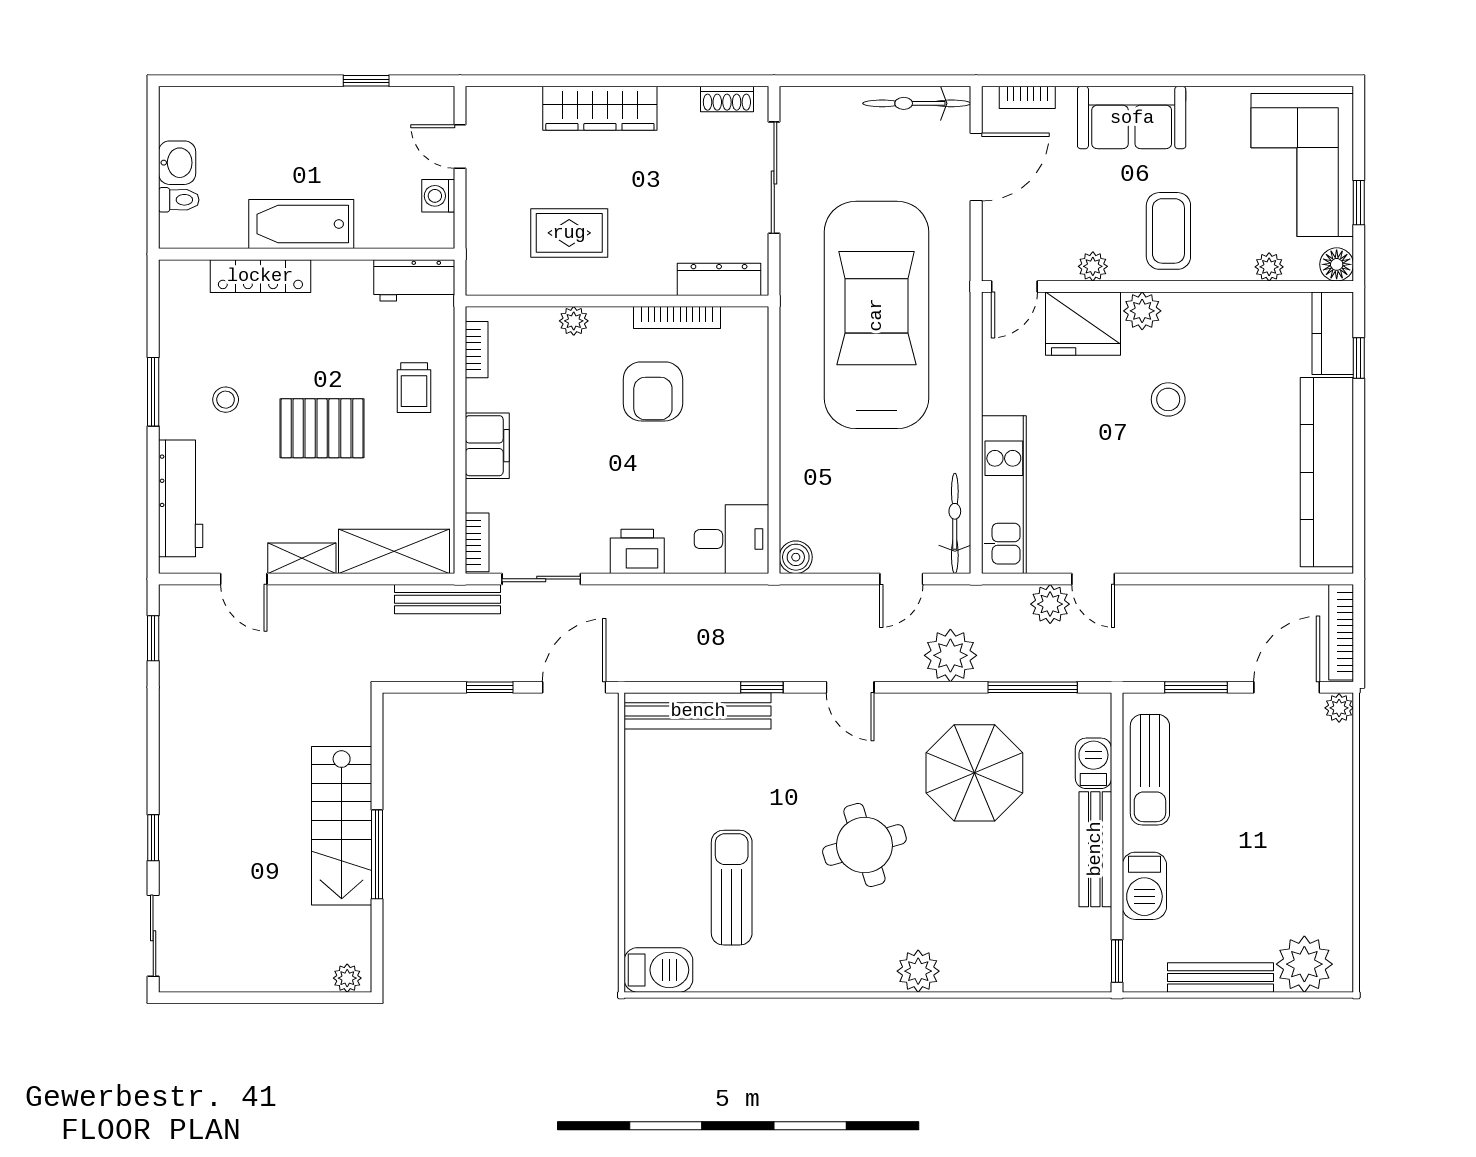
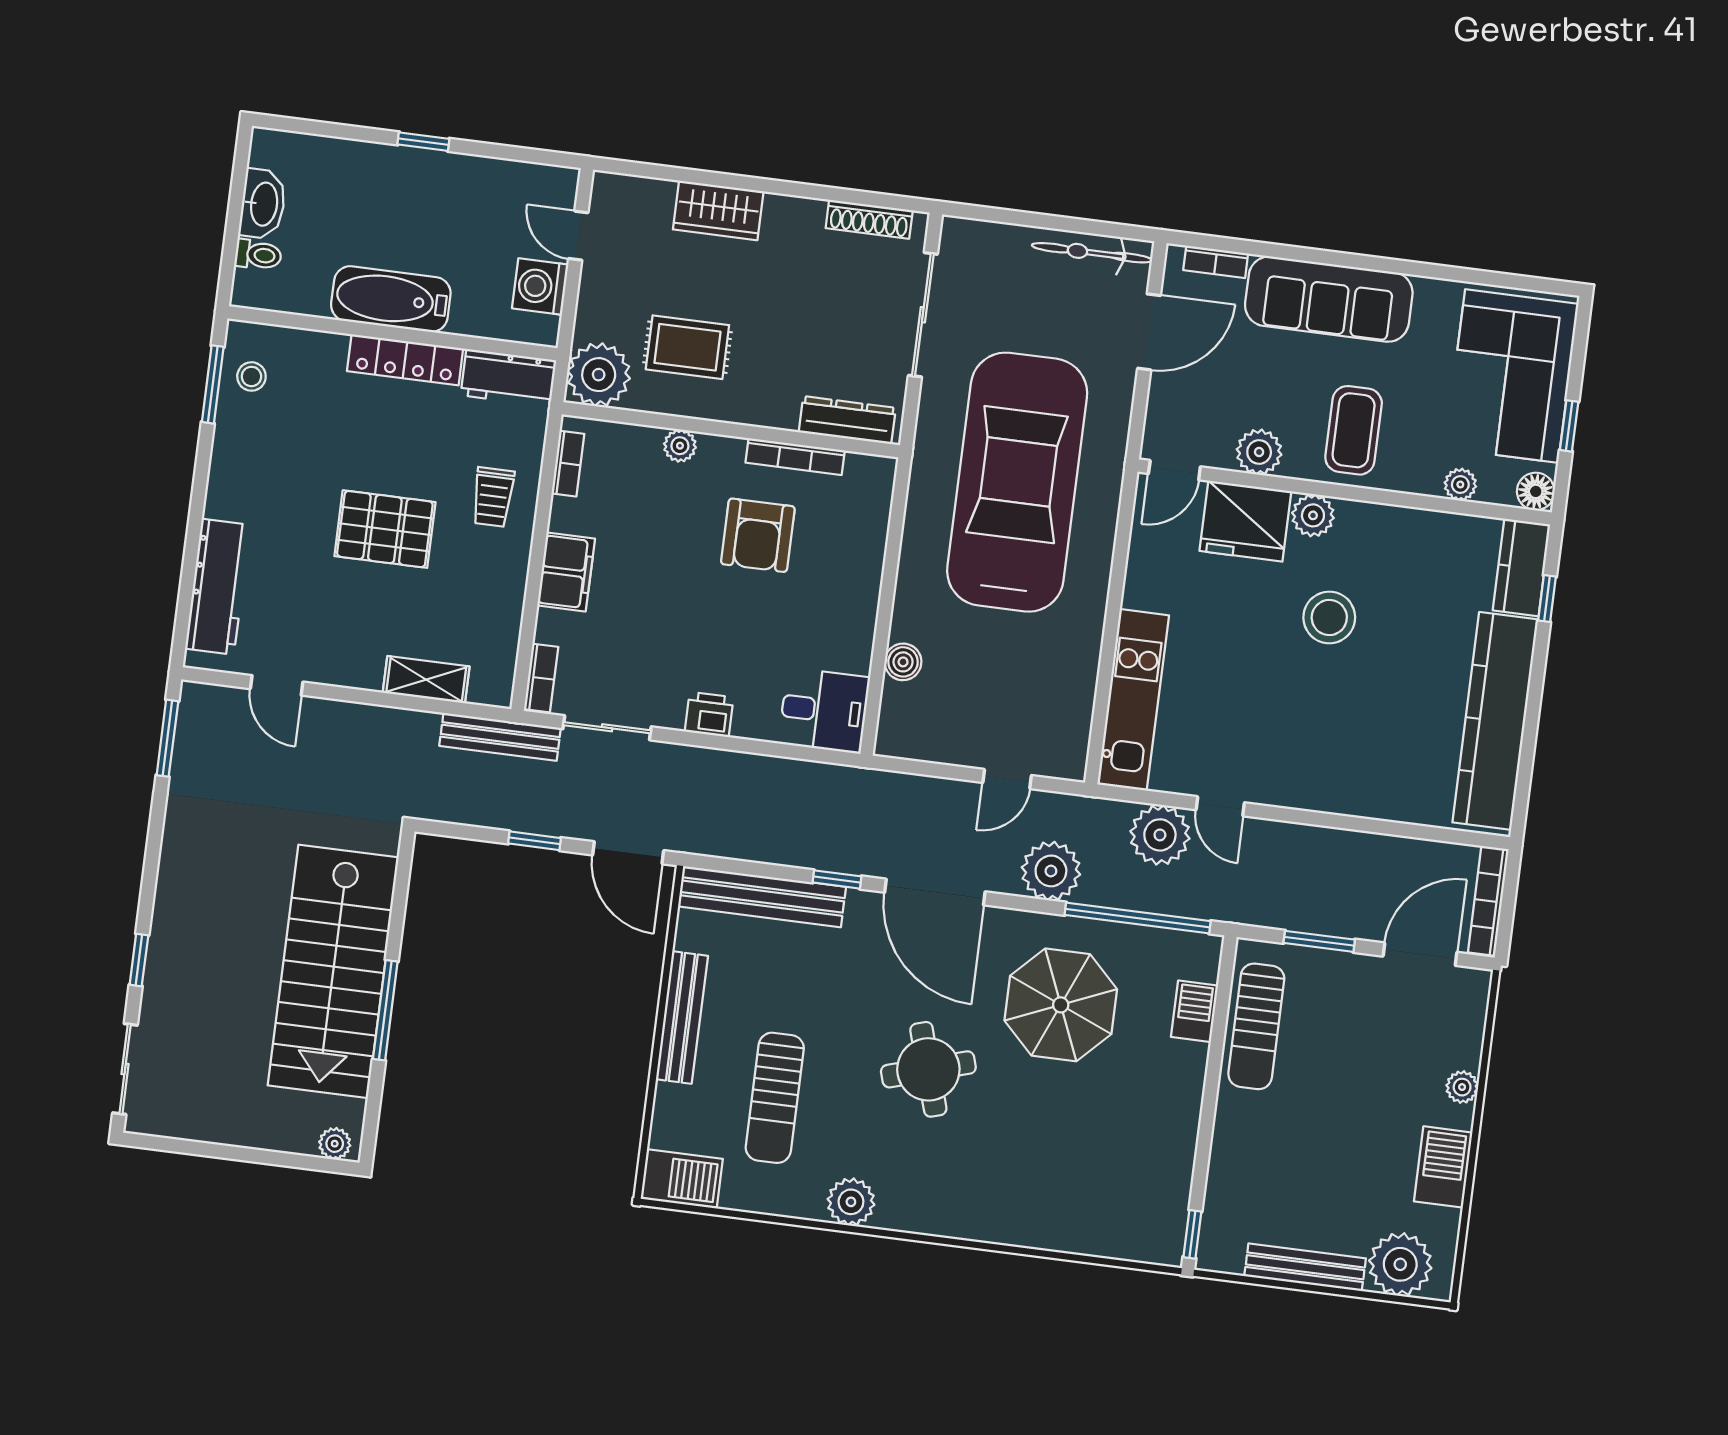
window: (366, 81) -> (423, 142), moved
shoe rack: (727, 99) -> (869, 219), width x1.43
wardrobe: (600, 108) -> (718, 210), width x0.67
sofa: (1132, 118) -> (1329, 299), width x1.36
washbasin: (177, 163) -> (263, 204), width x1.38
washing machine: (438, 196) -> (540, 286), width x1.38, depth x1.38
plant: (1093, 266) -> (1259, 452), width x1.38, depth x1.38
plant: (494, 267) -> (599, 375), added
locker: (260, 276) -> (405, 360), moved
window: (153, 392) -> (213, 384), moved
stool: (1168, 399) -> (1329, 617), width x1.38, depth x1.38
stool: (226, 400) -> (251, 376), moved
bicycle: (955, 523) -> (1075, 725), removed
shelving: (394, 551) -> (426, 680), width x0.67, depth x0.75
printer: (637, 551) -> (709, 714), width x0.73, depth x0.81
boiler: (796, 557) -> (903, 662), moved
shelving: (302, 558) -> (344, 671), removed
plant: (1050, 604) -> (1160, 835), width x1.36, depth x1.36
window: (153, 638) -> (167, 738), width x1.50
door: (574, 687) -> (628, 853), swing flipped
door: (850, 687) -> (935, 892), width x1.87
window: (1033, 687) -> (1138, 918), width x1.46
plant: (1339, 708) -> (1462, 1087), moved
stairs: (342, 826) -> (333, 971), width x1.36, depth x1.51
bench: (1095, 849) -> (682, 1017), moved
barbecue: (1144, 886) -> (1443, 1167), moved, turned 180
sun lounger: (732, 888) -> (775, 1098), turned 180
plant: (918, 971) -> (851, 1202), moved

